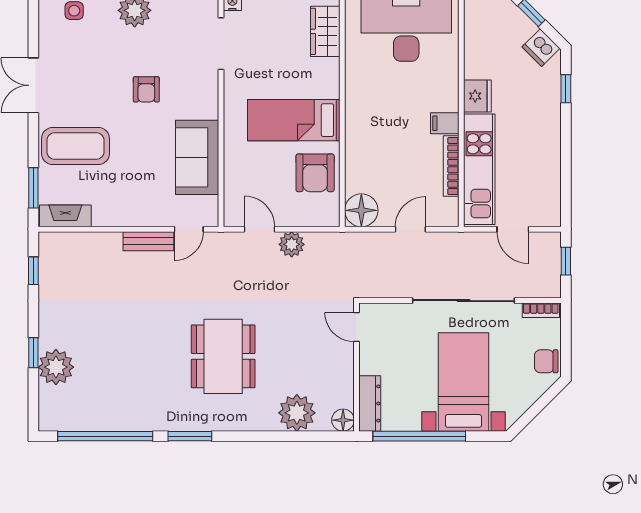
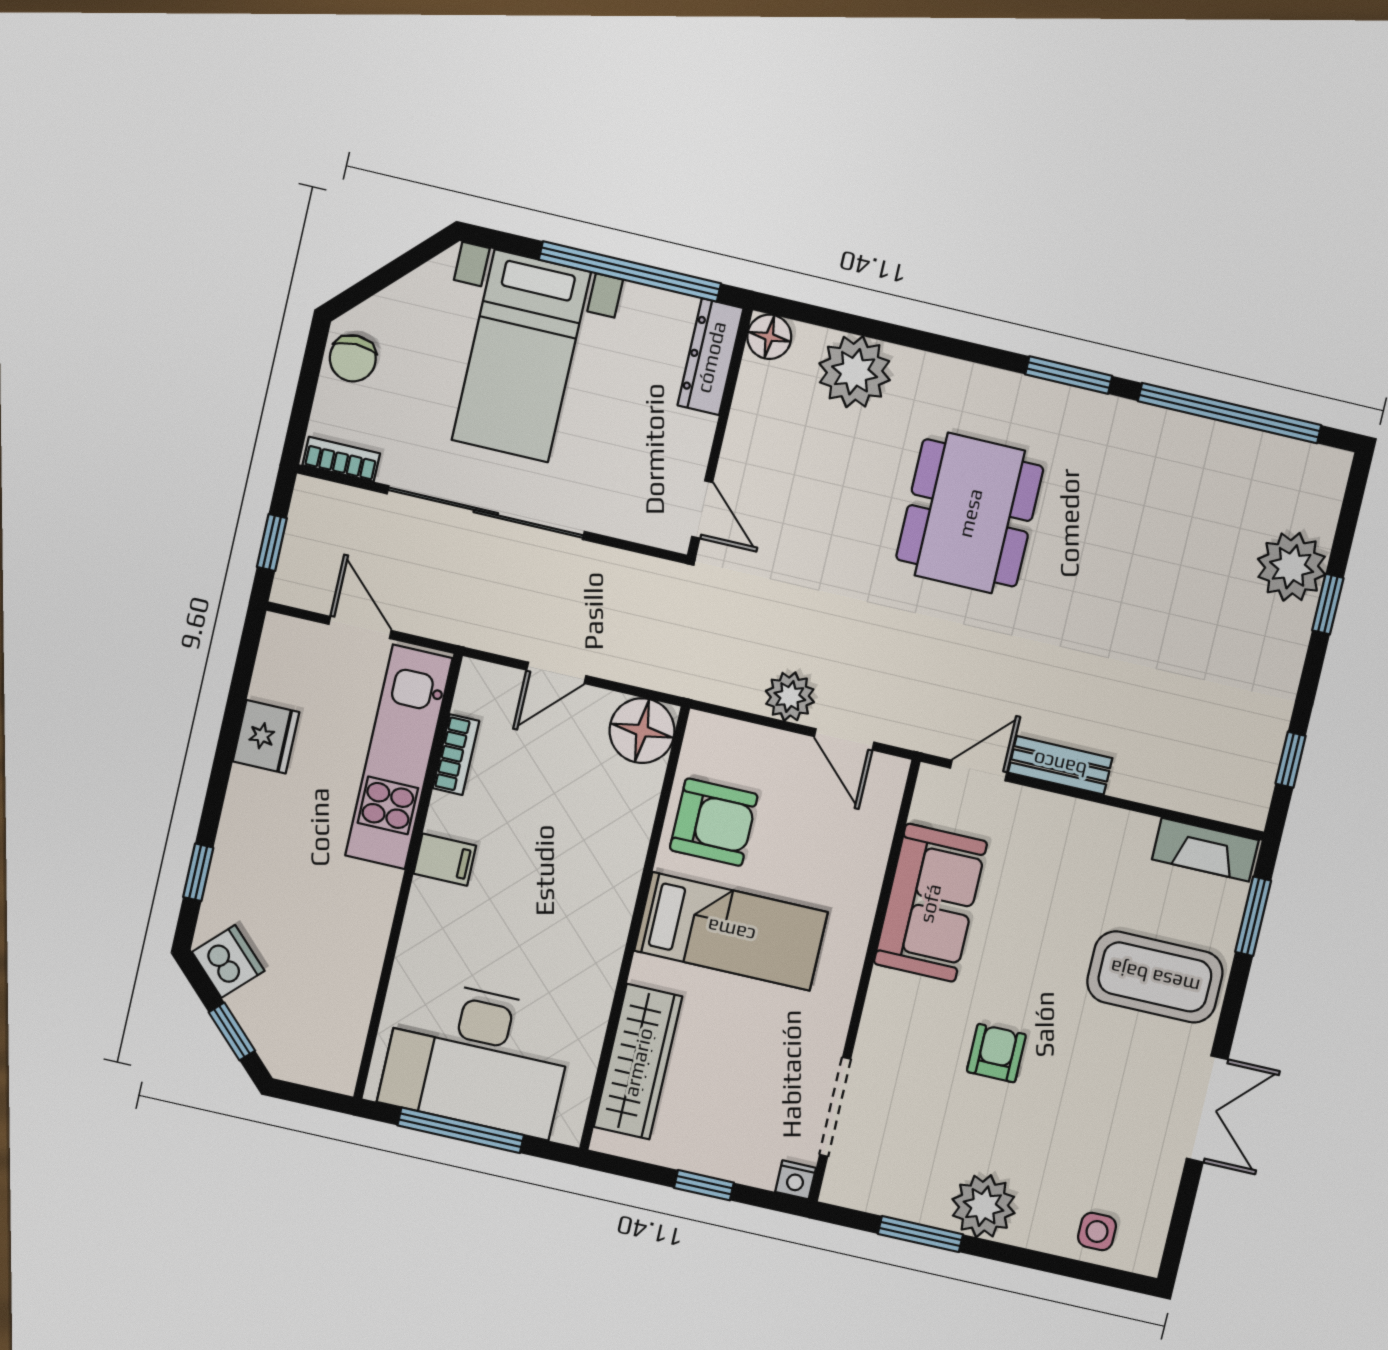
wardrobe: (325, 31) -> (638, 1062), width x1.50
fridge: (477, 96) -> (266, 737), moved, turned 180
bookcase: (451, 166) -> (456, 755), width x0.64
armchair: (315, 173) -> (714, 822), turned 90
chair: (546, 361) -> (353, 358), turned 90

